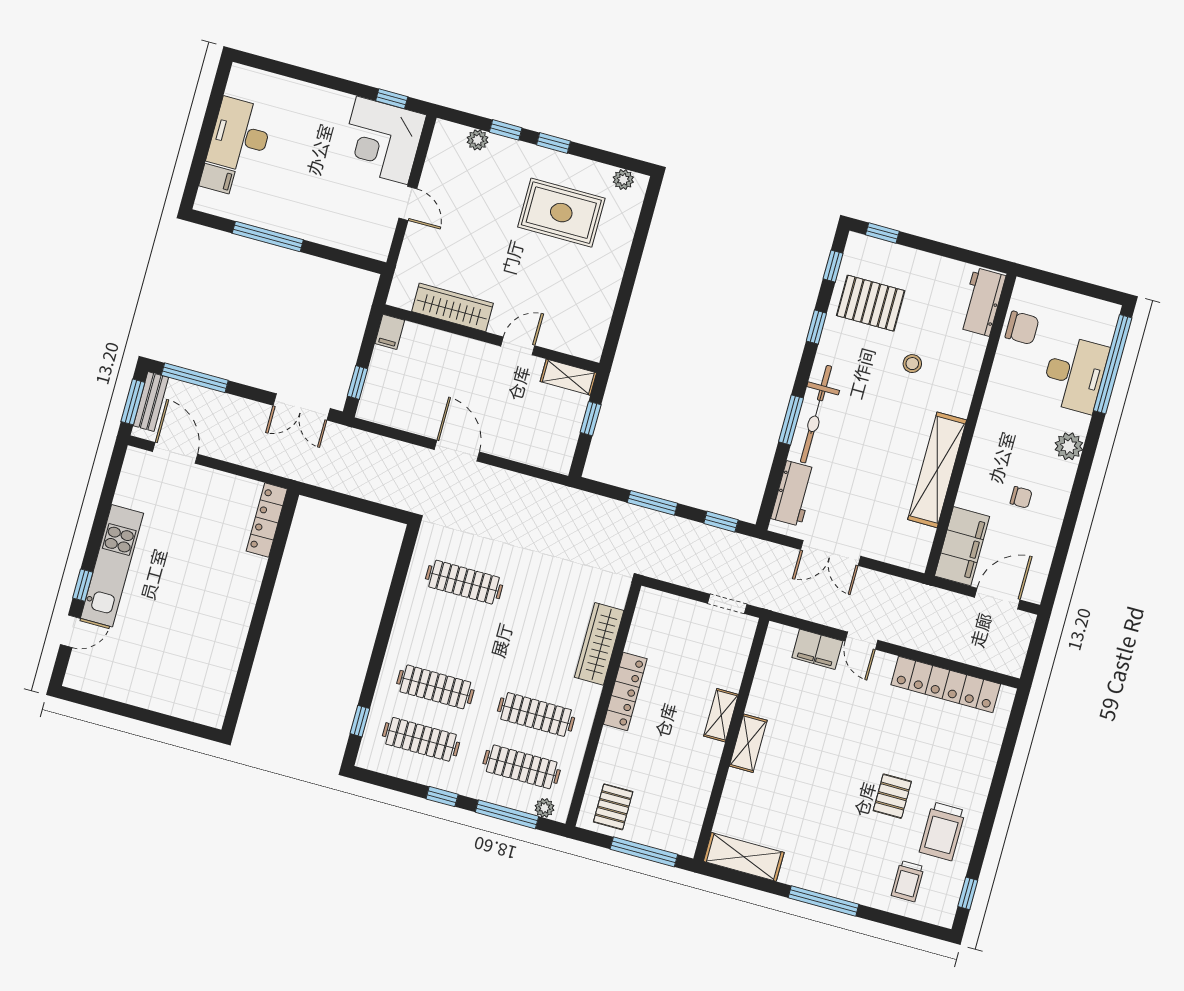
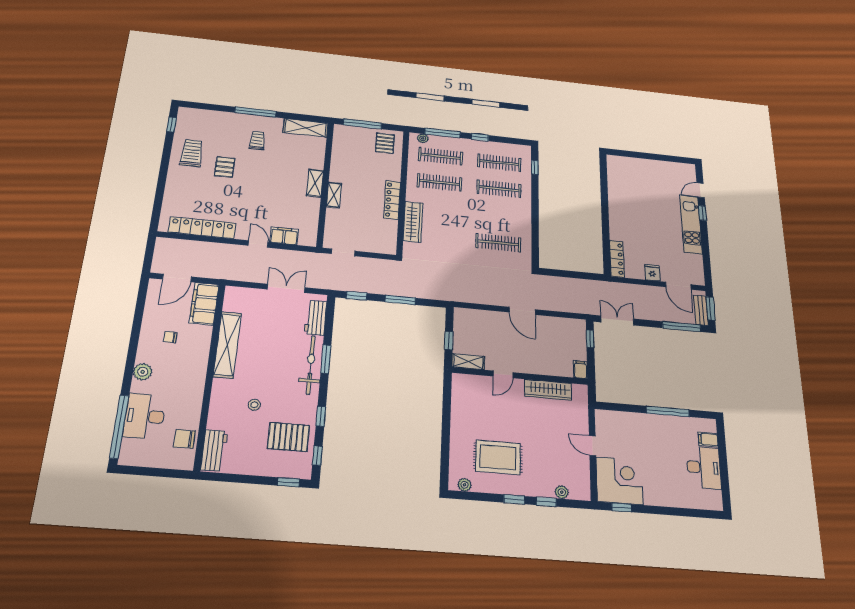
fridge: (213, 484) -> (652, 273), added
trolley: (908, 881) -> (257, 140), moved

